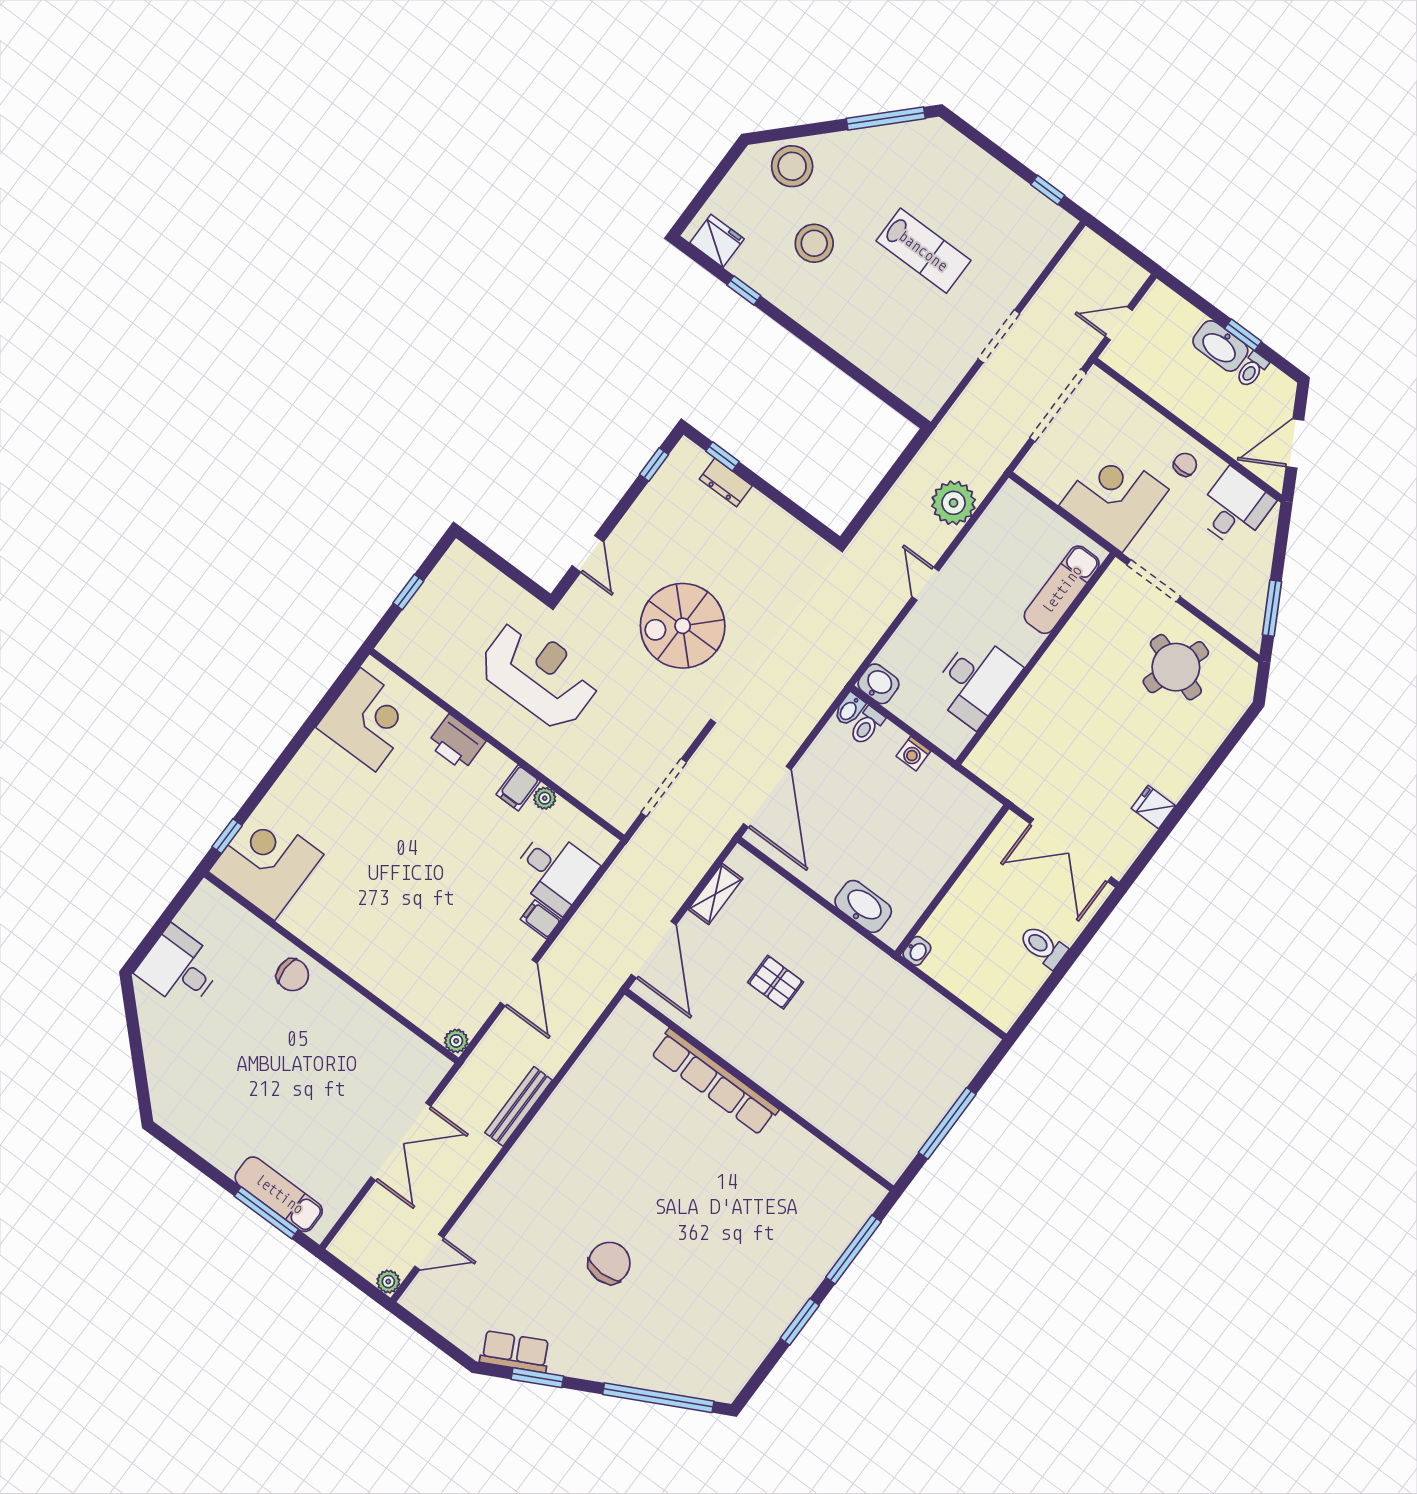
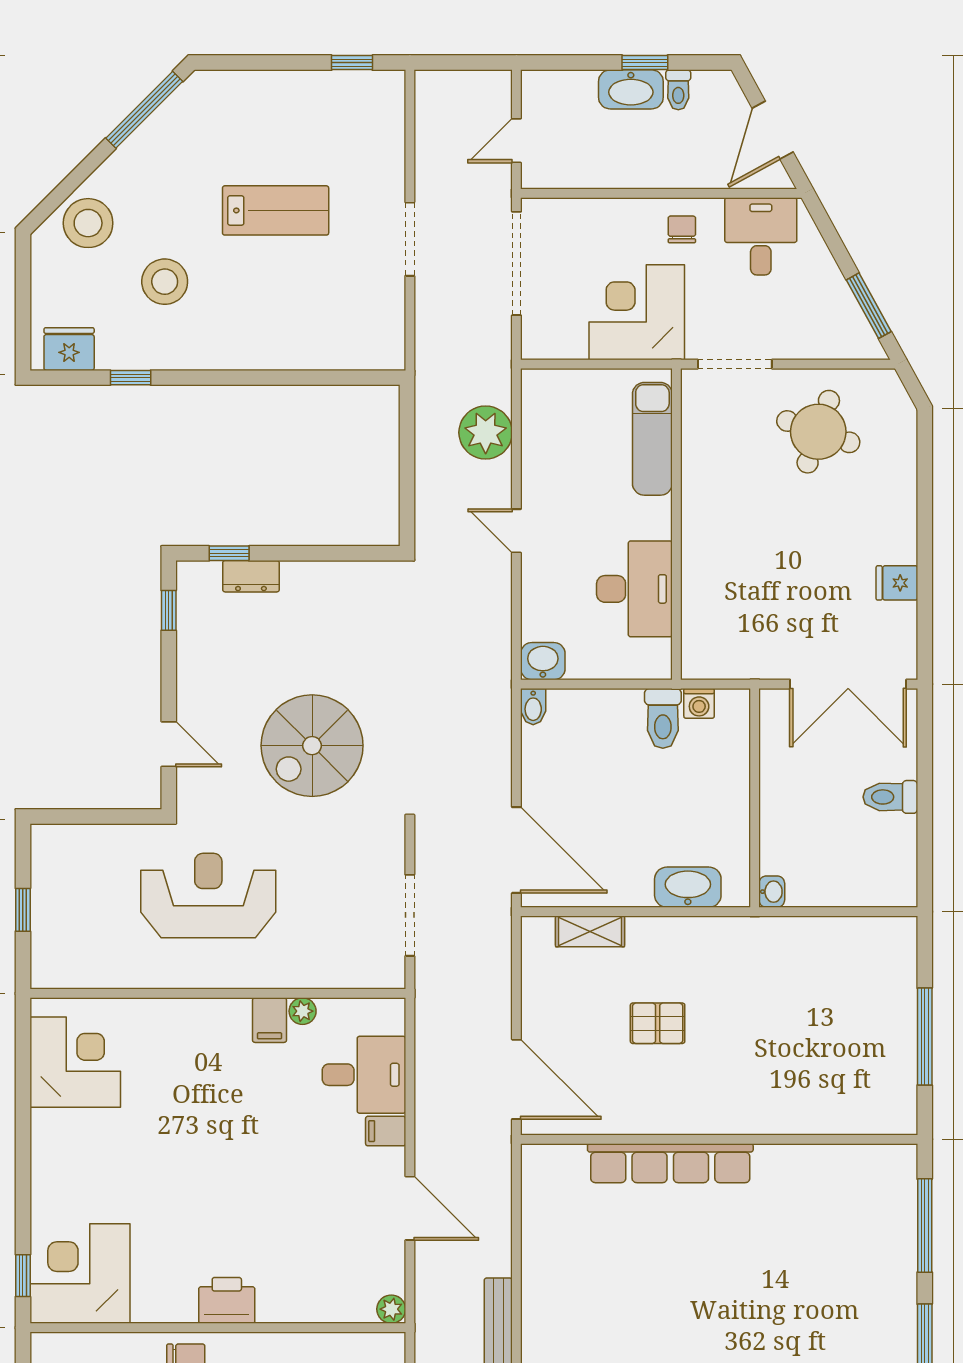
toilet: (867, 726) -> (663, 718), moved, width x1.37, depth x1.39
printer: (456, 743) -> (227, 1300), moved, turned 180
washing machine: (913, 754) -> (699, 703), moved
shelving: (715, 894) -> (590, 931), moved, turned 90

